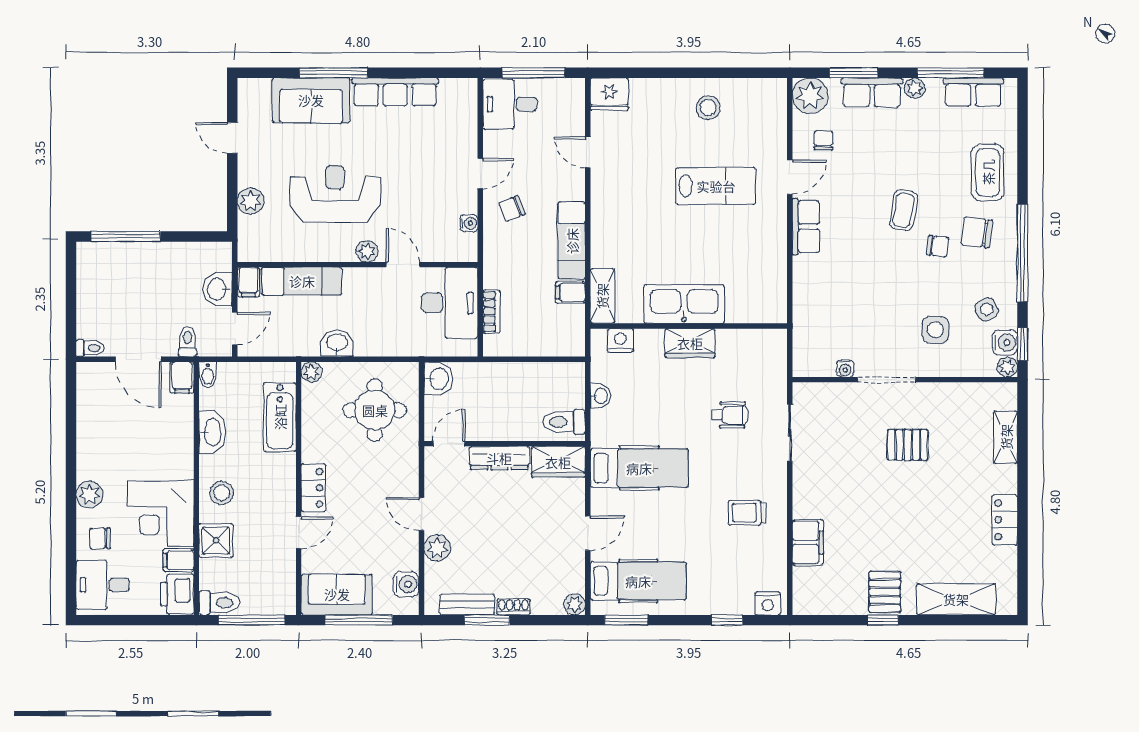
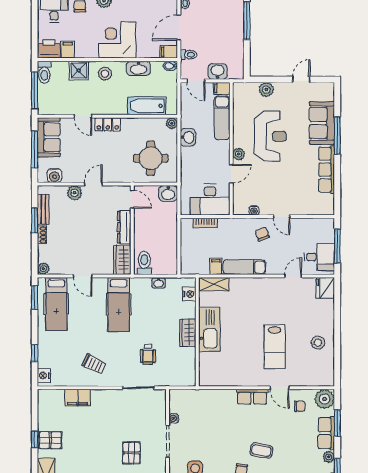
desk: (510, 104) -> (320, 257), moved, turned 90
corner desk: (161, 513) -> (117, 40), moved
trolley: (747, 513) -> (94, 364), turned 116

